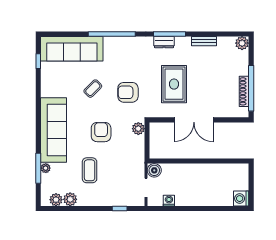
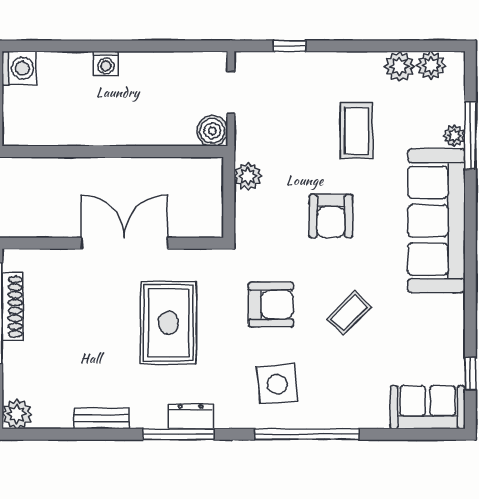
sofa: (72, 49) -> (428, 407), width x0.54, depth x0.79
side table: (125, 57) -> (277, 384), added
plant: (138, 129) -> (248, 176), moved
washing machine: (169, 201) -> (106, 63), moved

